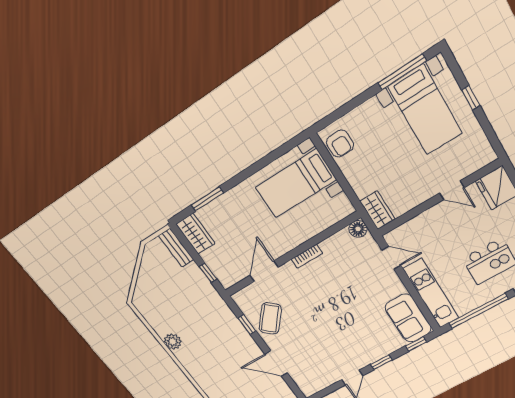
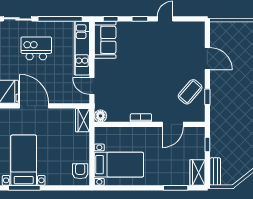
door: (452, 190) -> (34, 106), width x1.88

